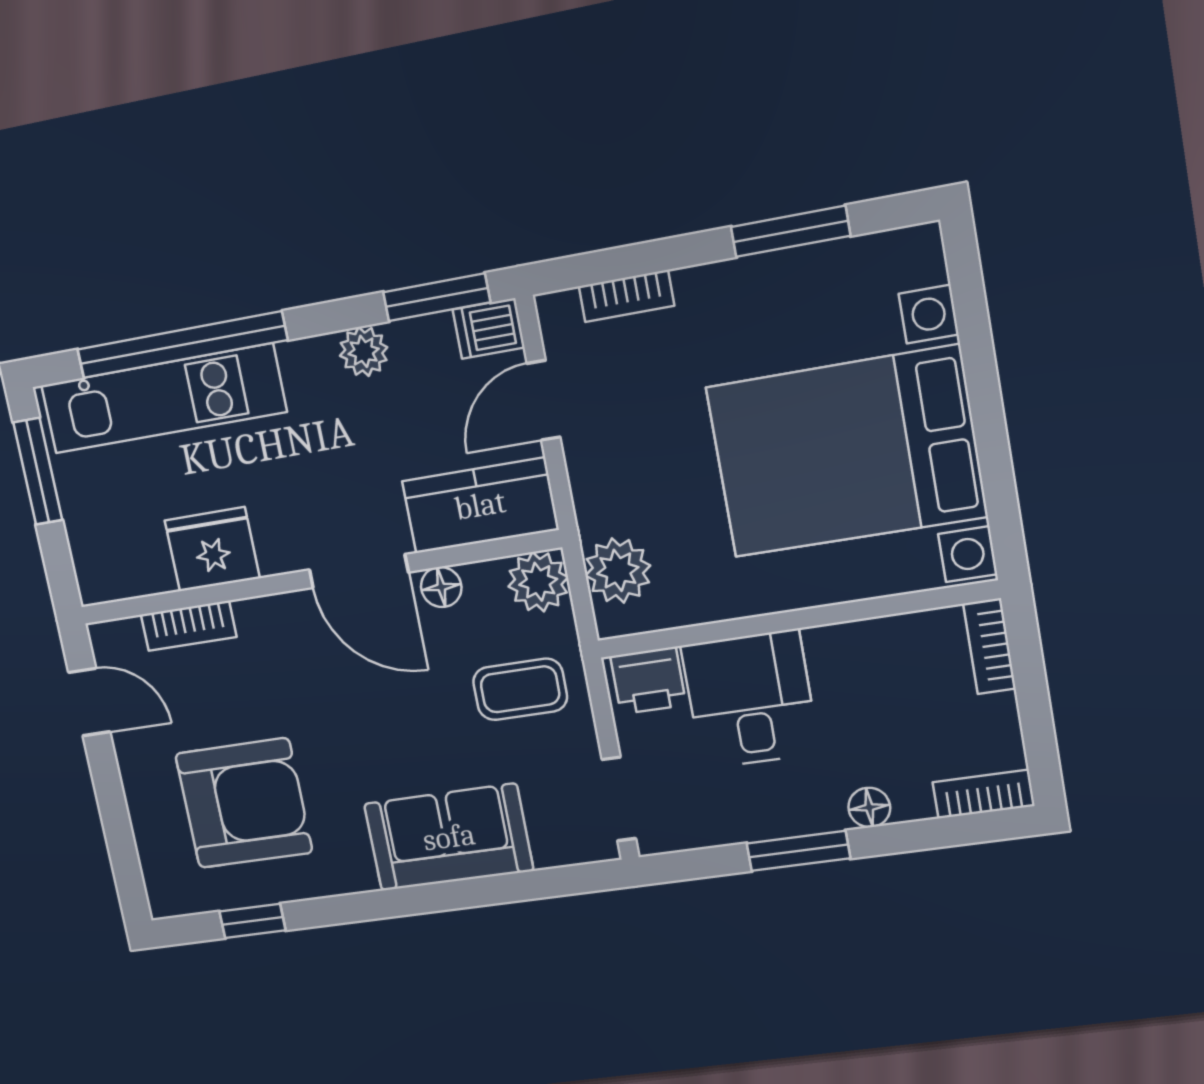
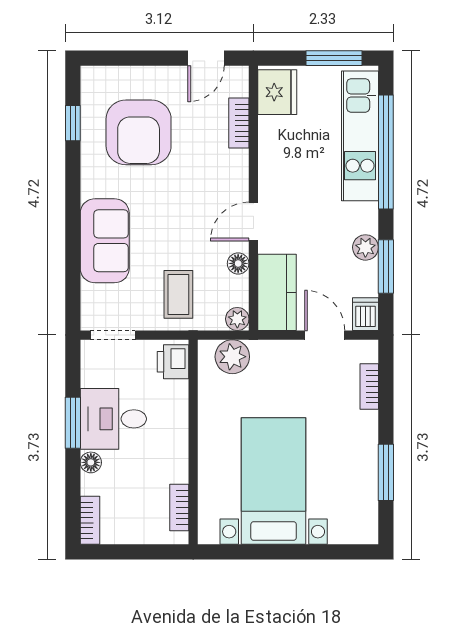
window: (437, 297) -> (386, 266), moved
bed with nightstands: (846, 452) -> (274, 481), width x0.73
fridge: (212, 549) -> (277, 92), moved
door: (359, 571) -> (253, 221), width x0.73
plant: (538, 582) -> (237, 319), width x0.73, depth x0.73
bookcase: (989, 646) -> (179, 508), moved, turned -90
desk: (750, 699) -> (113, 419), moved, turned 180

